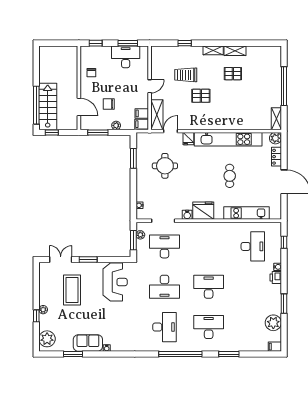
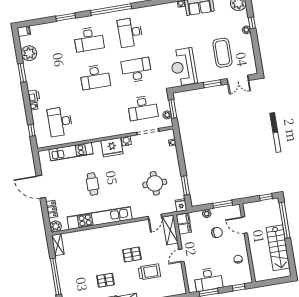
stairs: (48, 106) -> (278, 248), moved
fridge: (188, 139) -> (181, 205), moved

